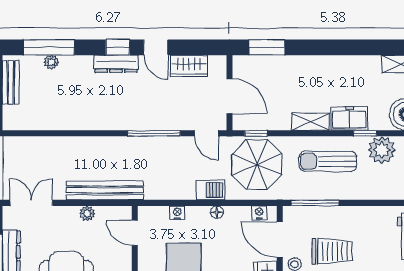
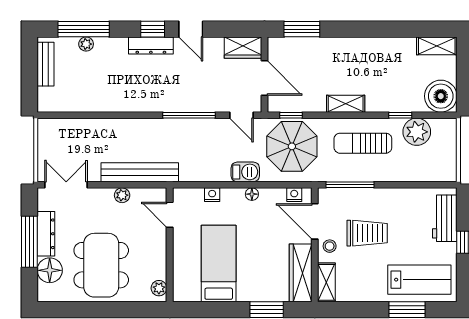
wardrobe: (189, 66) -> (243, 48), moved
freezer: (349, 119) -> (384, 100), removed

